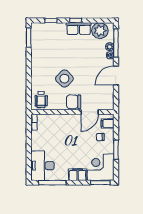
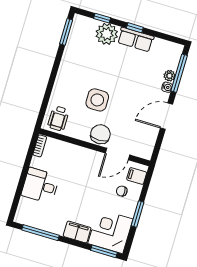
plant: (100, 31) -> (107, 34), moved
side table: (64, 79) -> (97, 100), turned 45
chair: (74, 102) -> (100, 134), turned 90
desk: (42, 166) -> (40, 186), moved, width x0.73

